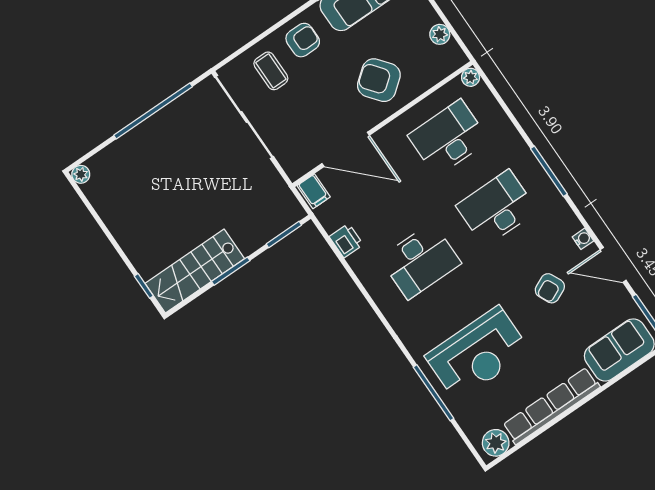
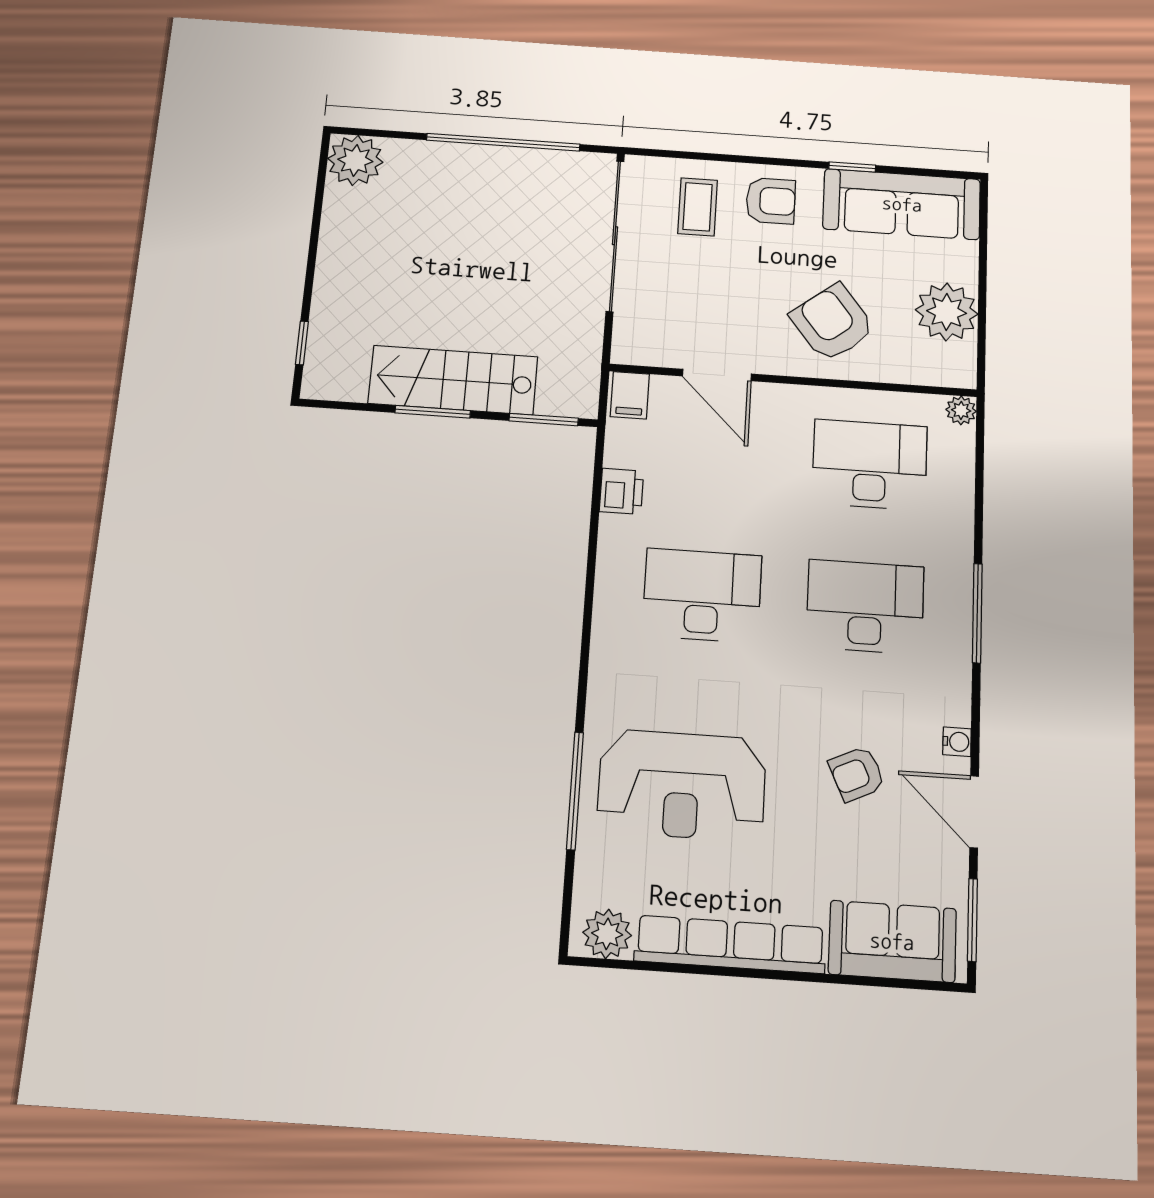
plant: (440, 34) -> (947, 312), width x1.87, depth x1.87
door: (346, 149) -> (717, 375), width x0.73
plant: (81, 174) -> (355, 160), width x1.88, depth x1.88
desk: (420, 261) -> (702, 595), turned 180
stairs: (195, 271) -> (453, 380), moved

